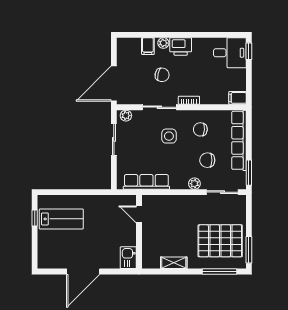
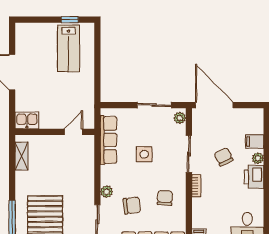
chair: (162, 75) -> (224, 157), turned 142
side table: (169, 136) -> (144, 154), moved
chair: (207, 160) -> (132, 206), turned 83
shelving: (174, 263) -> (21, 156), moved

